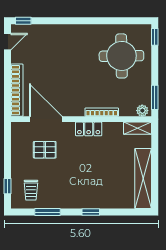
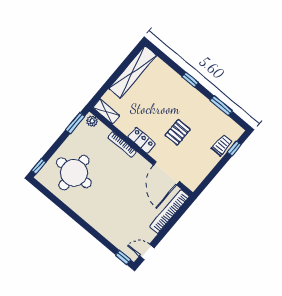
pallet: (45, 150) -> (178, 132), moved, turned 90
trolley: (31, 190) -> (222, 145), moved

